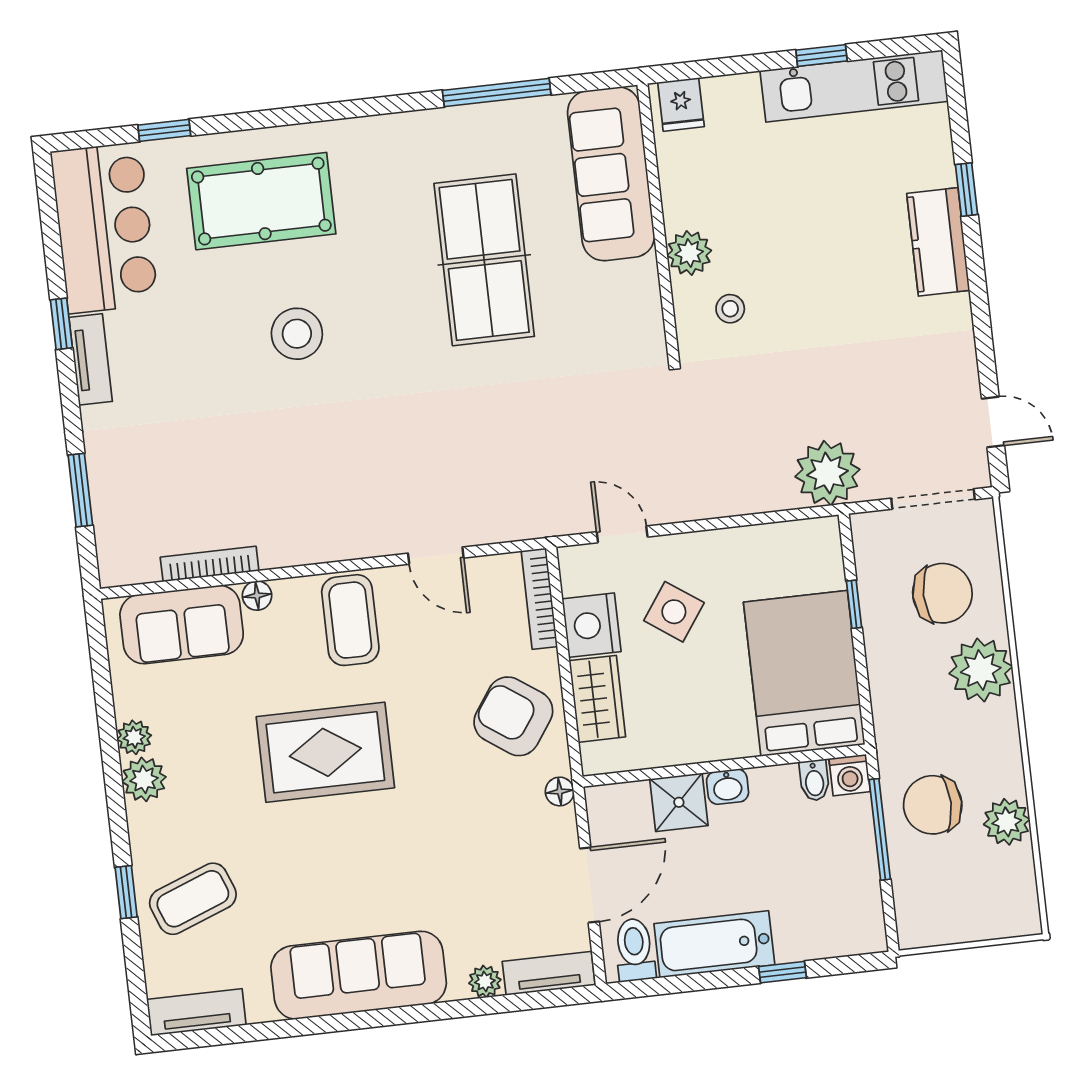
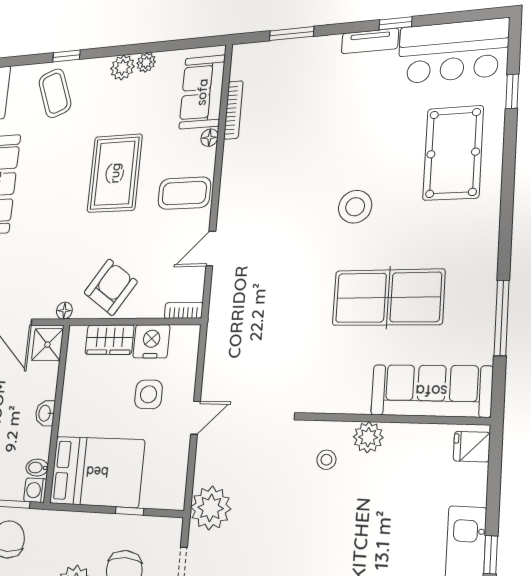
stool: (297, 334) -> (355, 207), moved
door: (622, 534) -> (196, 418), moved
bookcase: (539, 599) -> (184, 310), width x0.64
side table: (674, 612) -> (149, 394), turned -35
shower: (679, 802) -> (47, 345), moved

